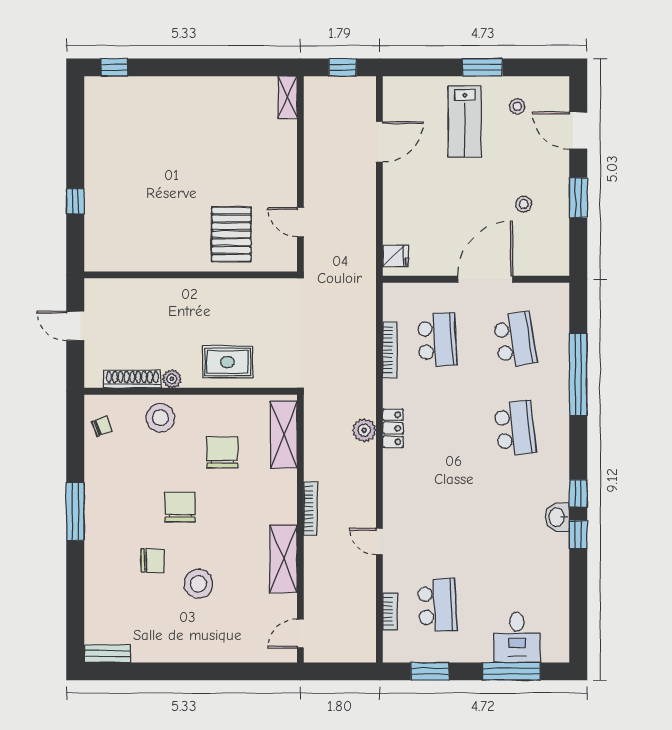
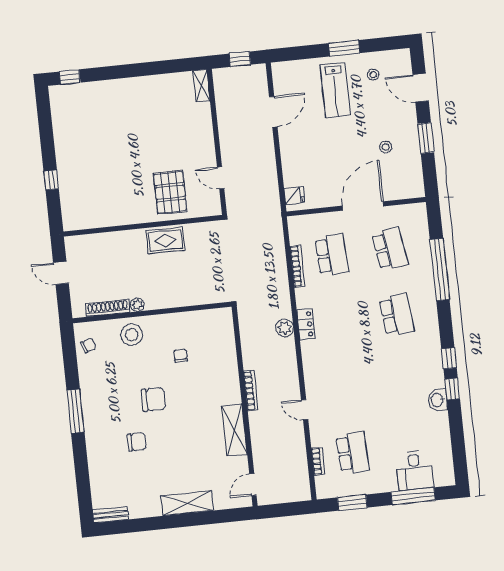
rug: (228, 362) -> (165, 240), moved
shelving: (284, 435) -> (187, 503), moved, turned 90
chair: (222, 452) -> (180, 356), width x0.54, depth x0.54
chair: (180, 507) -> (153, 400), turned 90
washbasin: (557, 517) -> (438, 400), moved
stool: (199, 584) -> (173, 455), removed

